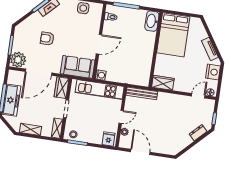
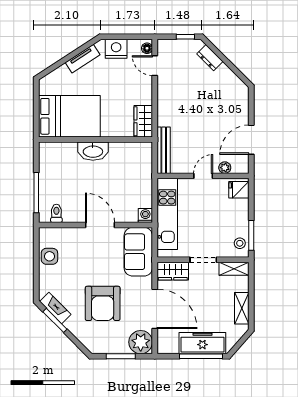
washbasin: (152, 21) -> (93, 151), moved
armchair: (47, 39) -> (103, 303), width x1.88, depth x1.88
door: (121, 117) -> (203, 176), hinge flipped

